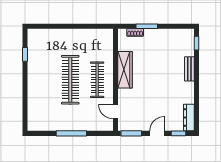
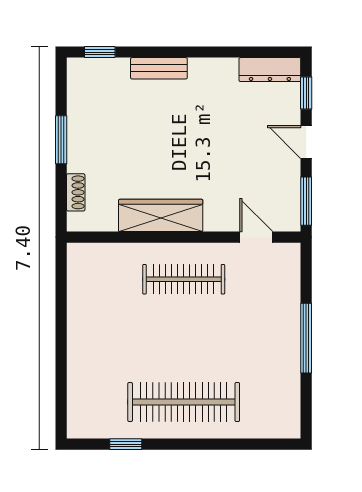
window: (147, 26) -> (61, 140), moved
clothes rail: (70, 80) -> (184, 402), moved
door: (115, 112) -> (256, 237), swing flipped

